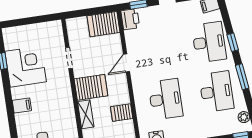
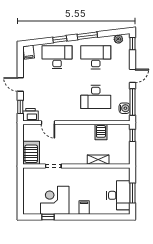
server rack: (103, 24) -> (31, 153), moved, turned 180
door: (127, 63) -> (48, 123), moved
server rack: (91, 87) -> (78, 153), removed
desk: (166, 99) -> (96, 97), turned 180

